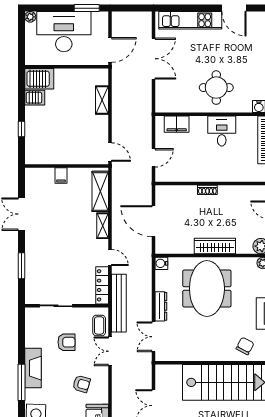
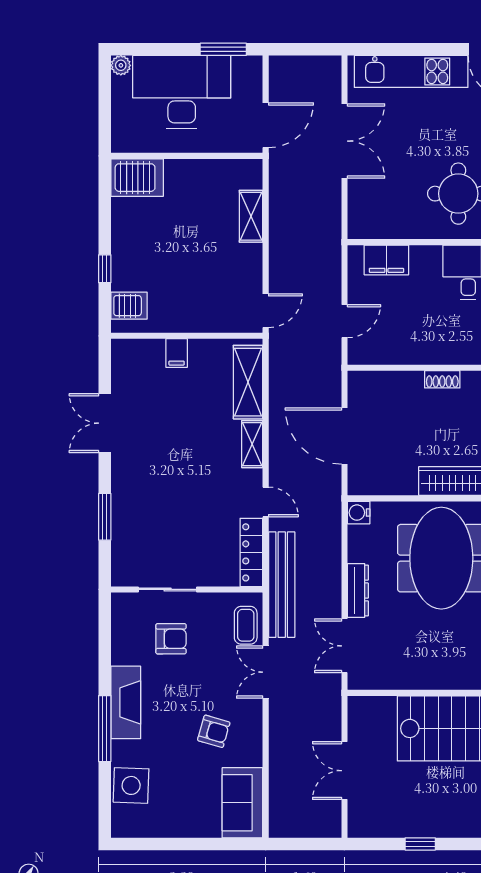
server rack: (35, 98) -> (129, 306), moved
door: (110, 152) -> (266, 311), hinge flipped
armchair: (67, 342) -> (171, 639), moved

